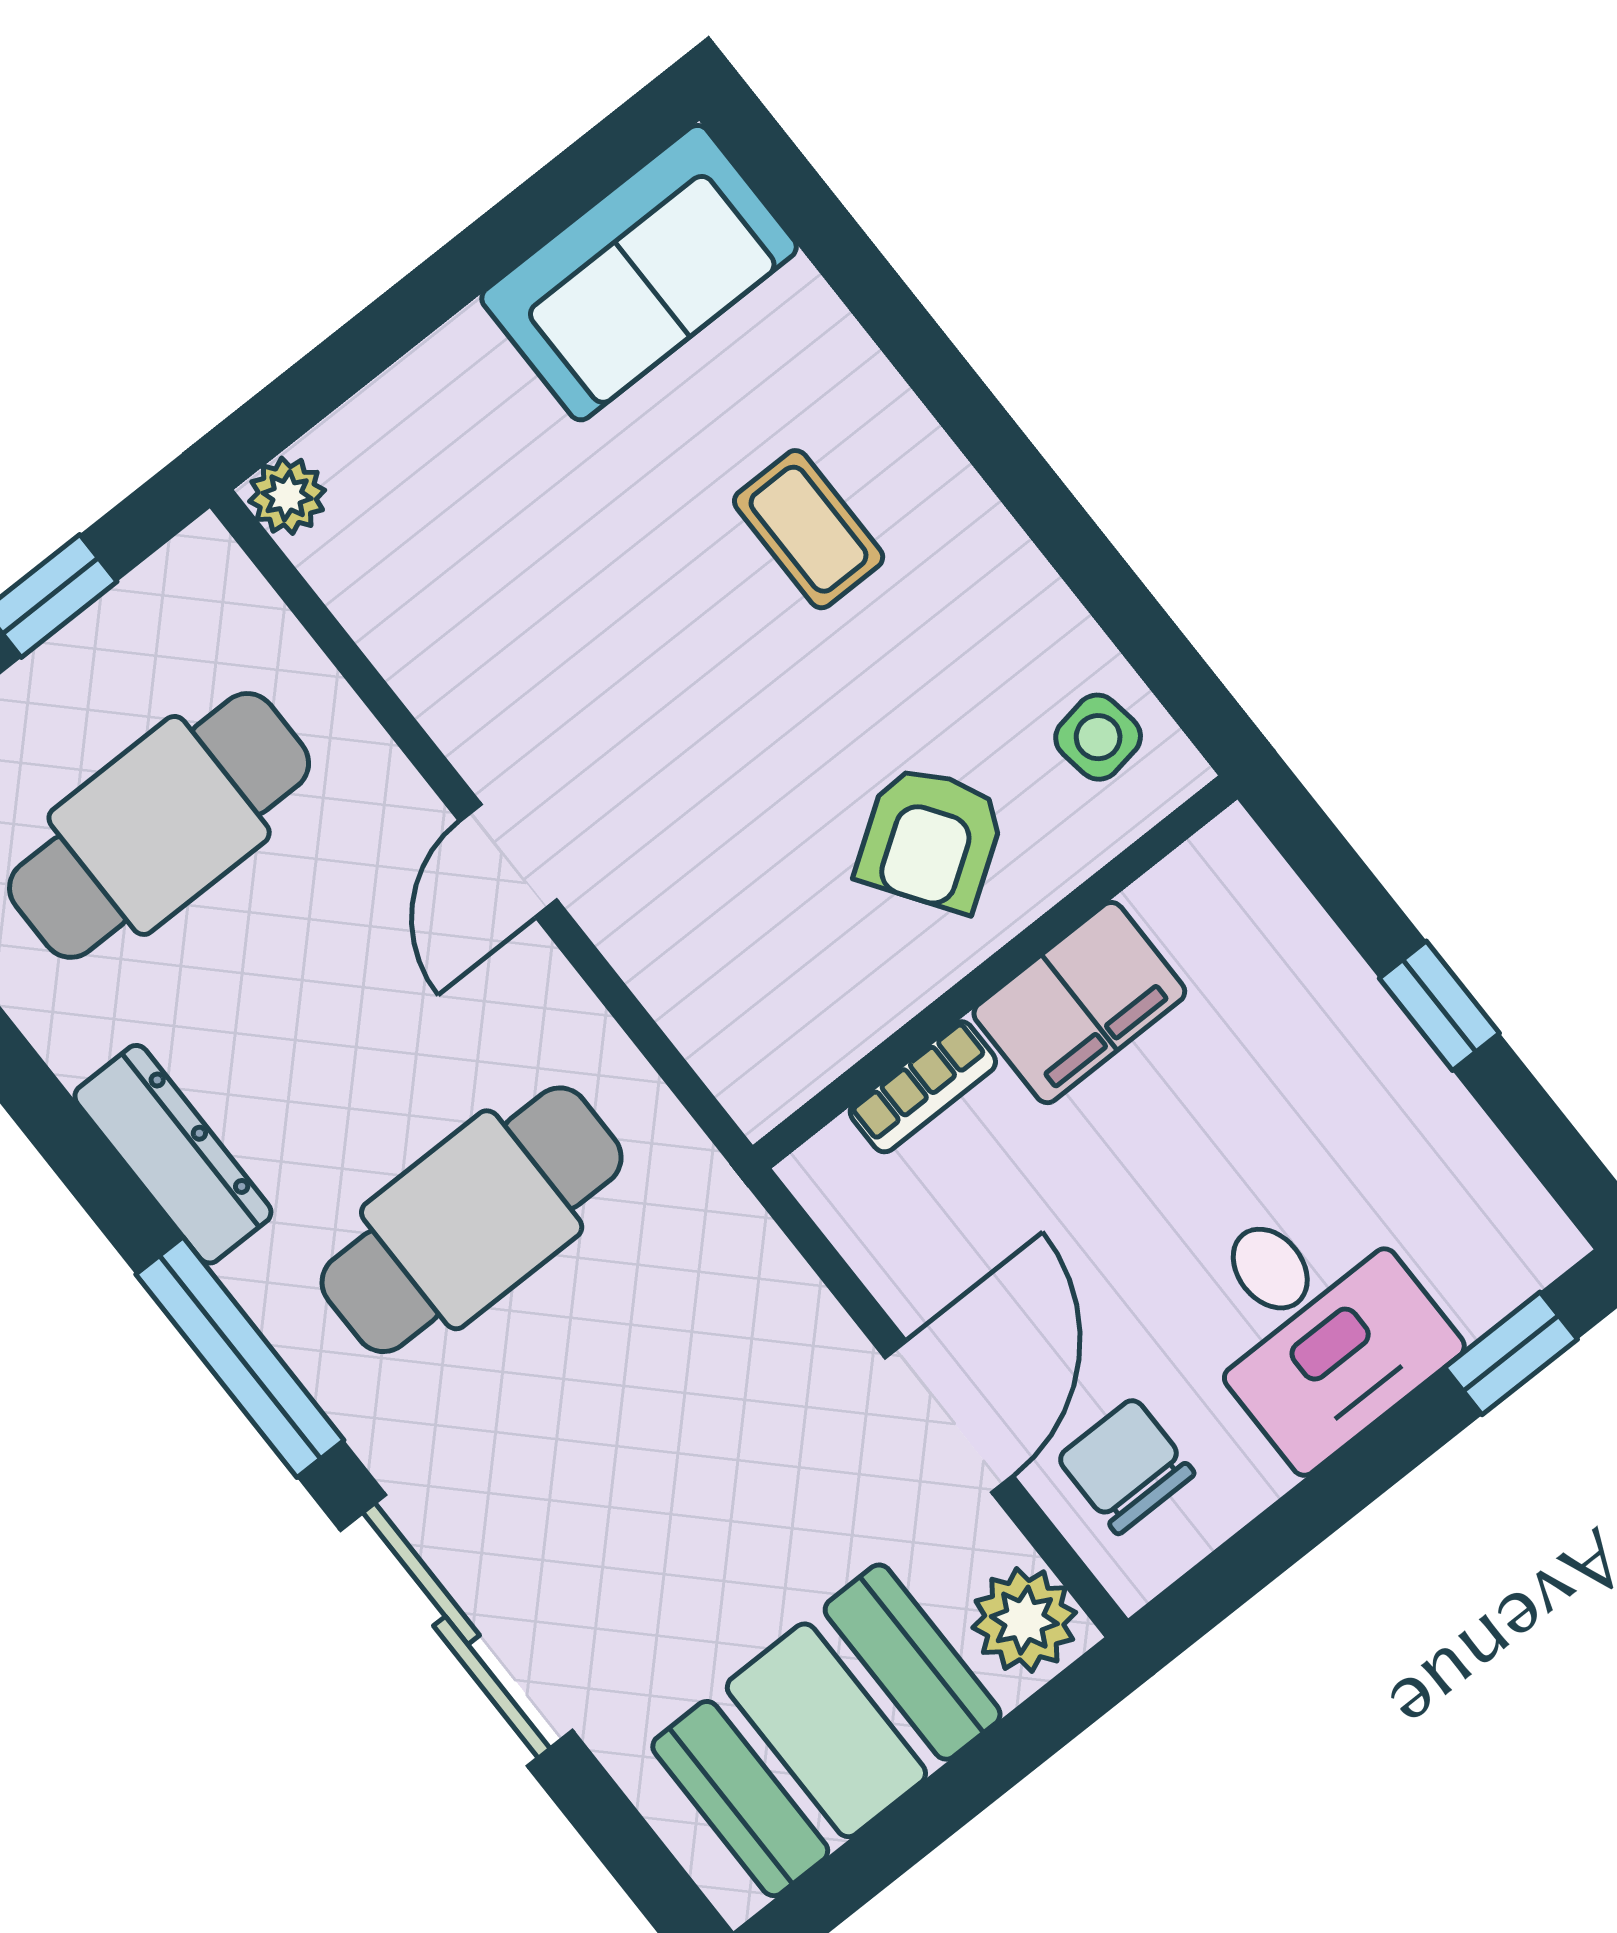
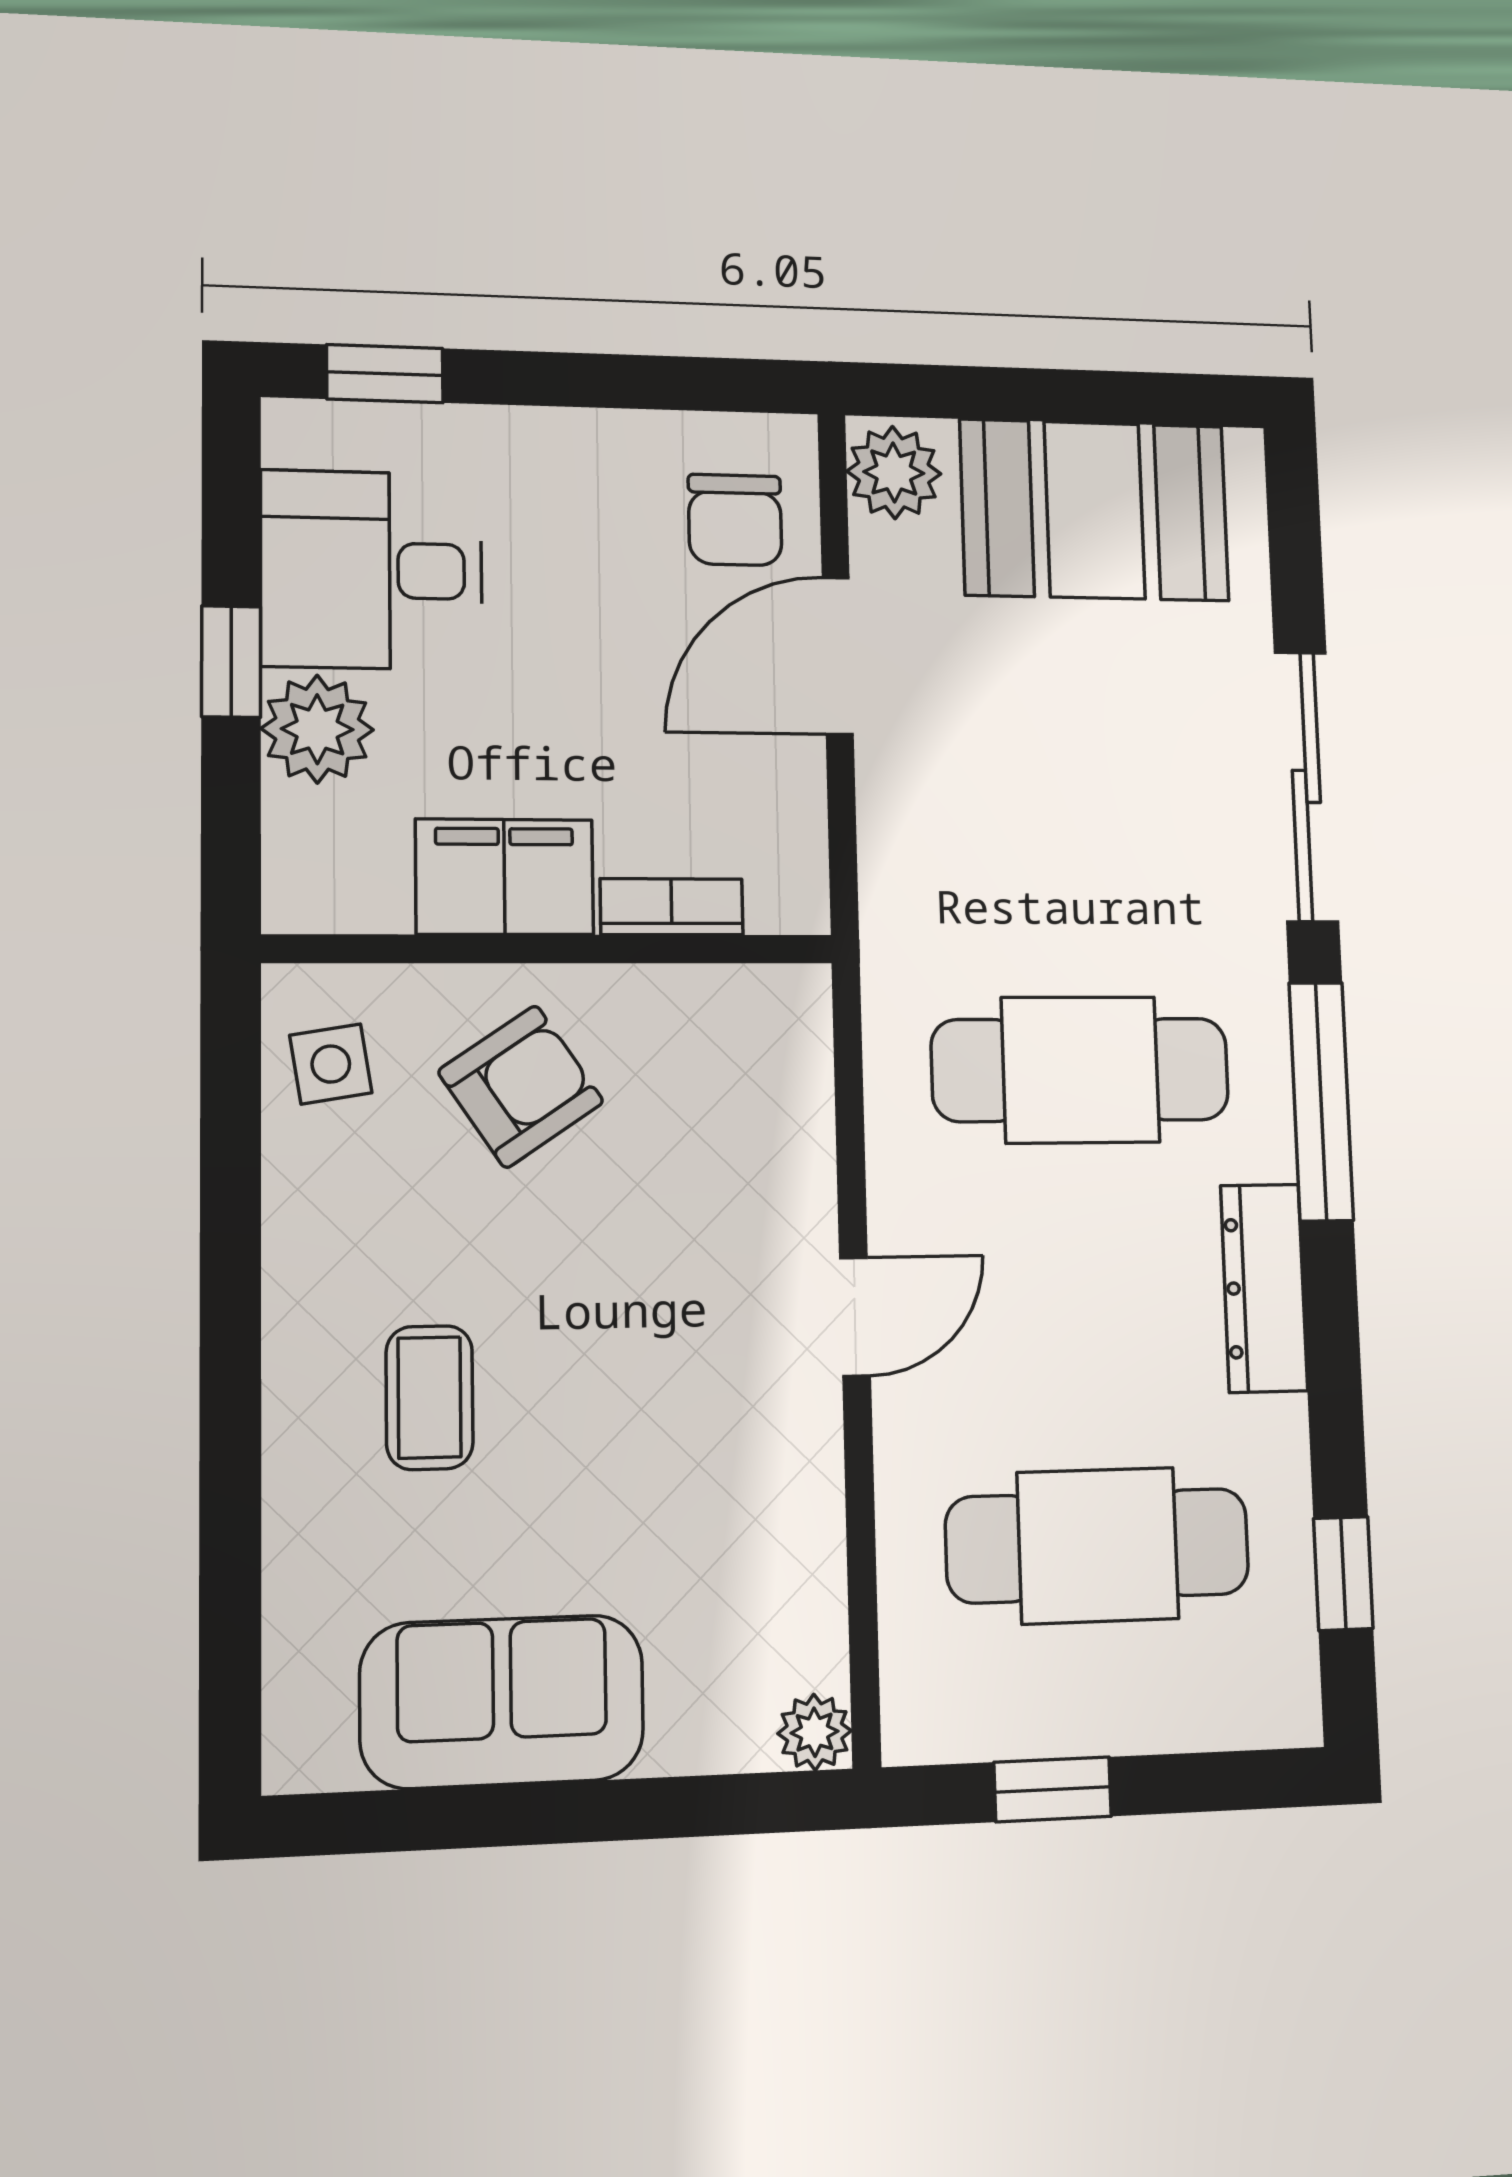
sofa: (639, 273) -> (502, 1702), moved
plant: (1327, 1005) -> (317, 729), added
desk: (1314, 1324) -> (372, 570), moved, turned -90

